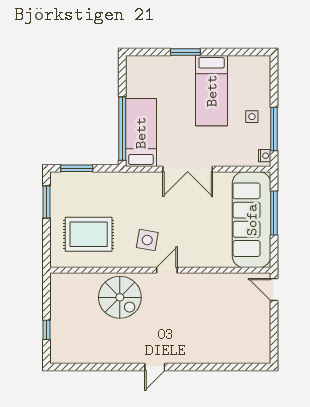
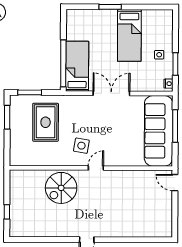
window: (274, 129) -> (175, 64), width x0.69
double door: (188, 169) -> (111, 93), swing flipped
rug: (89, 234) -> (46, 122), moved, turned 90
spiral stairs: (120, 297) -> (61, 188), turned 90

